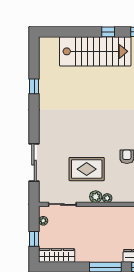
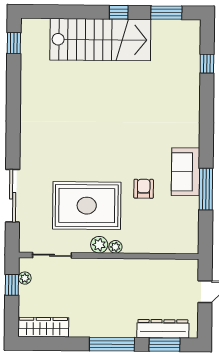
window: (34, 86) -> (14, 43), moved
rug: (87, 169) -> (87, 206), width x1.37, depth x1.44
window: (34, 239) -> (12, 285), moved

